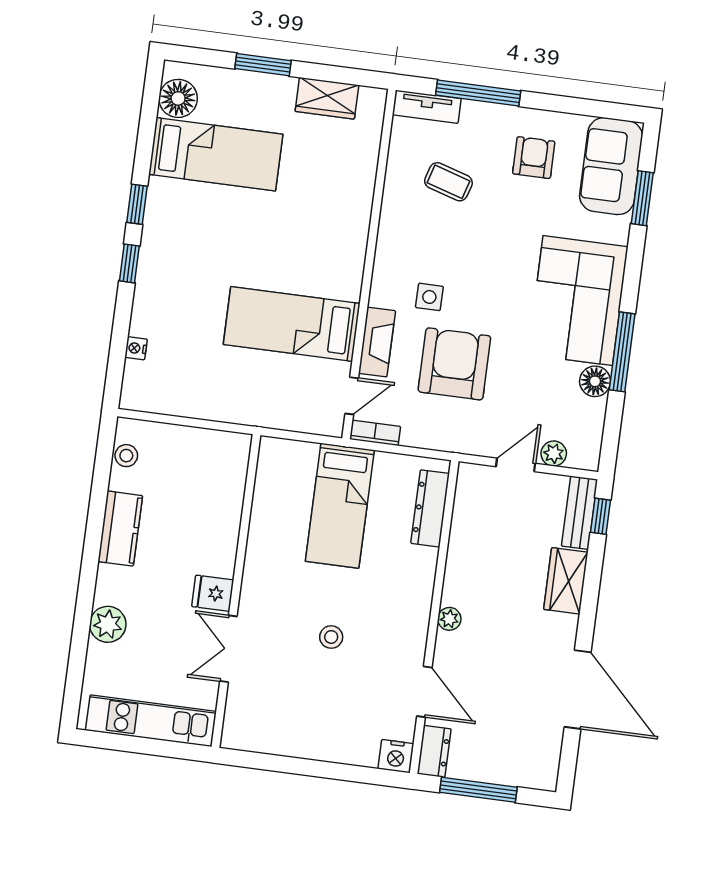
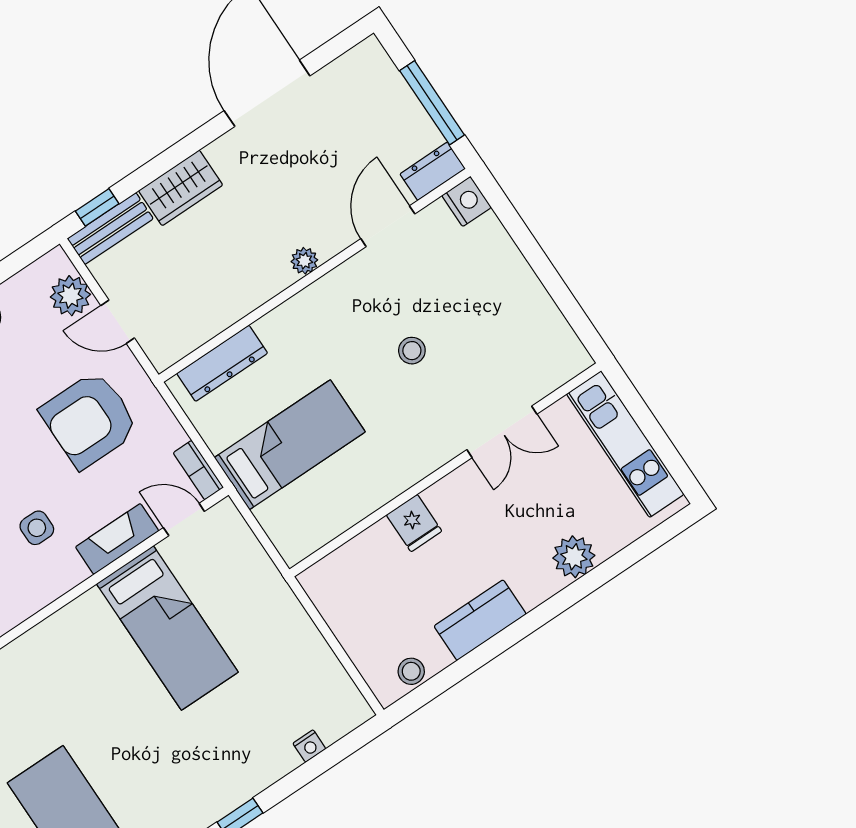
armchair: (454, 364) -> (90, 420), moved
plant: (554, 453) -> (70, 296), width x1.38, depth x1.38
fridge: (213, 593) -> (414, 523), moved

